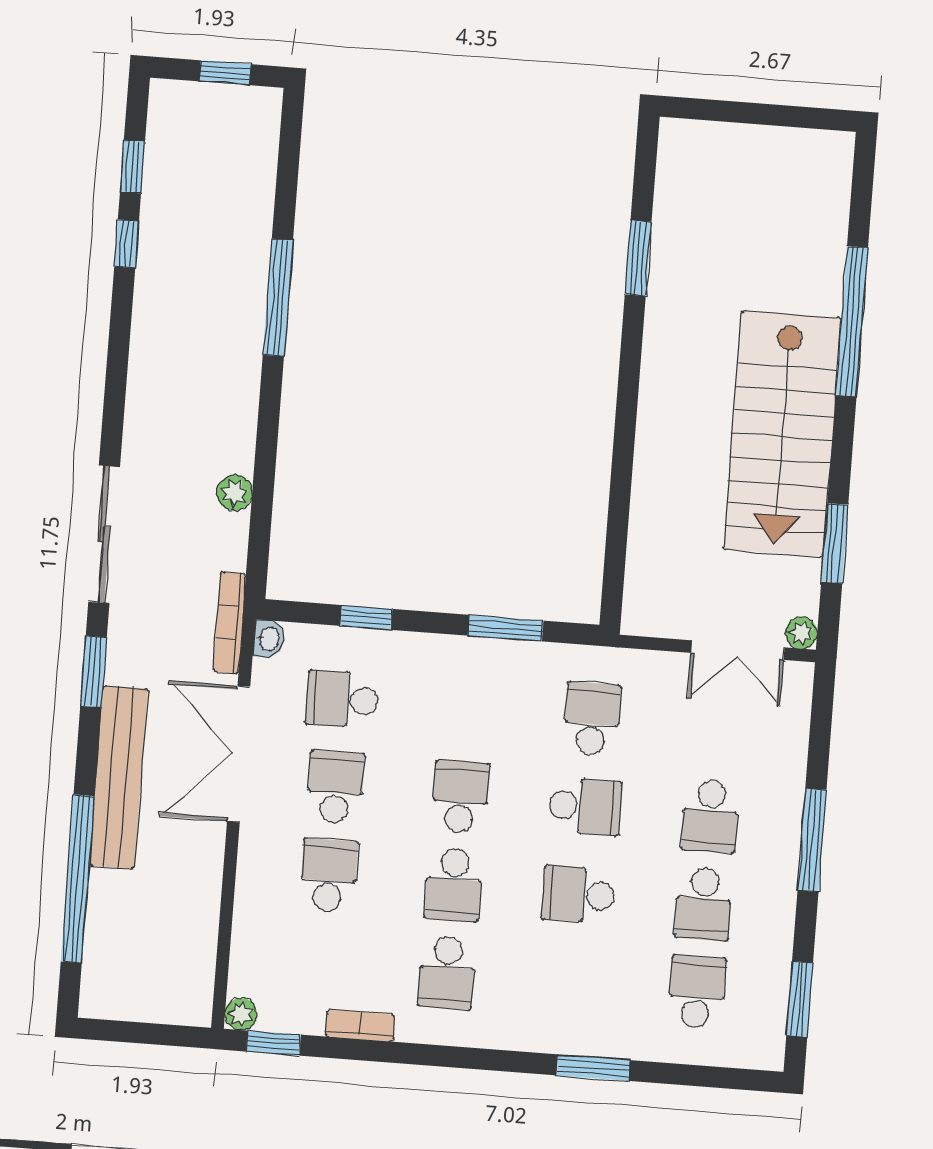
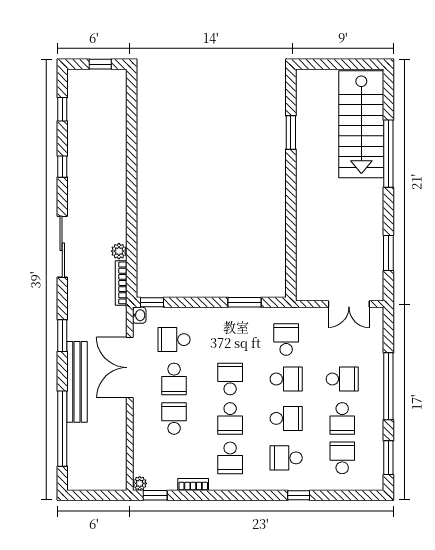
window: (127, 244) -> (62, 167), moved
window: (278, 298) -> (132, 163), removed
stairs: (783, 434) -> (361, 124), moved
sliding door: (104, 534) -> (62, 247), moved
window: (366, 617) -> (152, 302), moved
bookcase: (230, 623) -> (121, 283), moved
plant: (802, 633) -> (377, 294), removed
school desk: (335, 787) -> (174, 379), turned 180
school desk: (710, 816) -> (342, 379), turned -90
window: (812, 840) -> (388, 386), width x1.46
school desk: (578, 894) -> (286, 418), turned 180
school desk: (572, 982) -> (286, 458), added
window: (593, 1068) -> (299, 495), width x0.67

